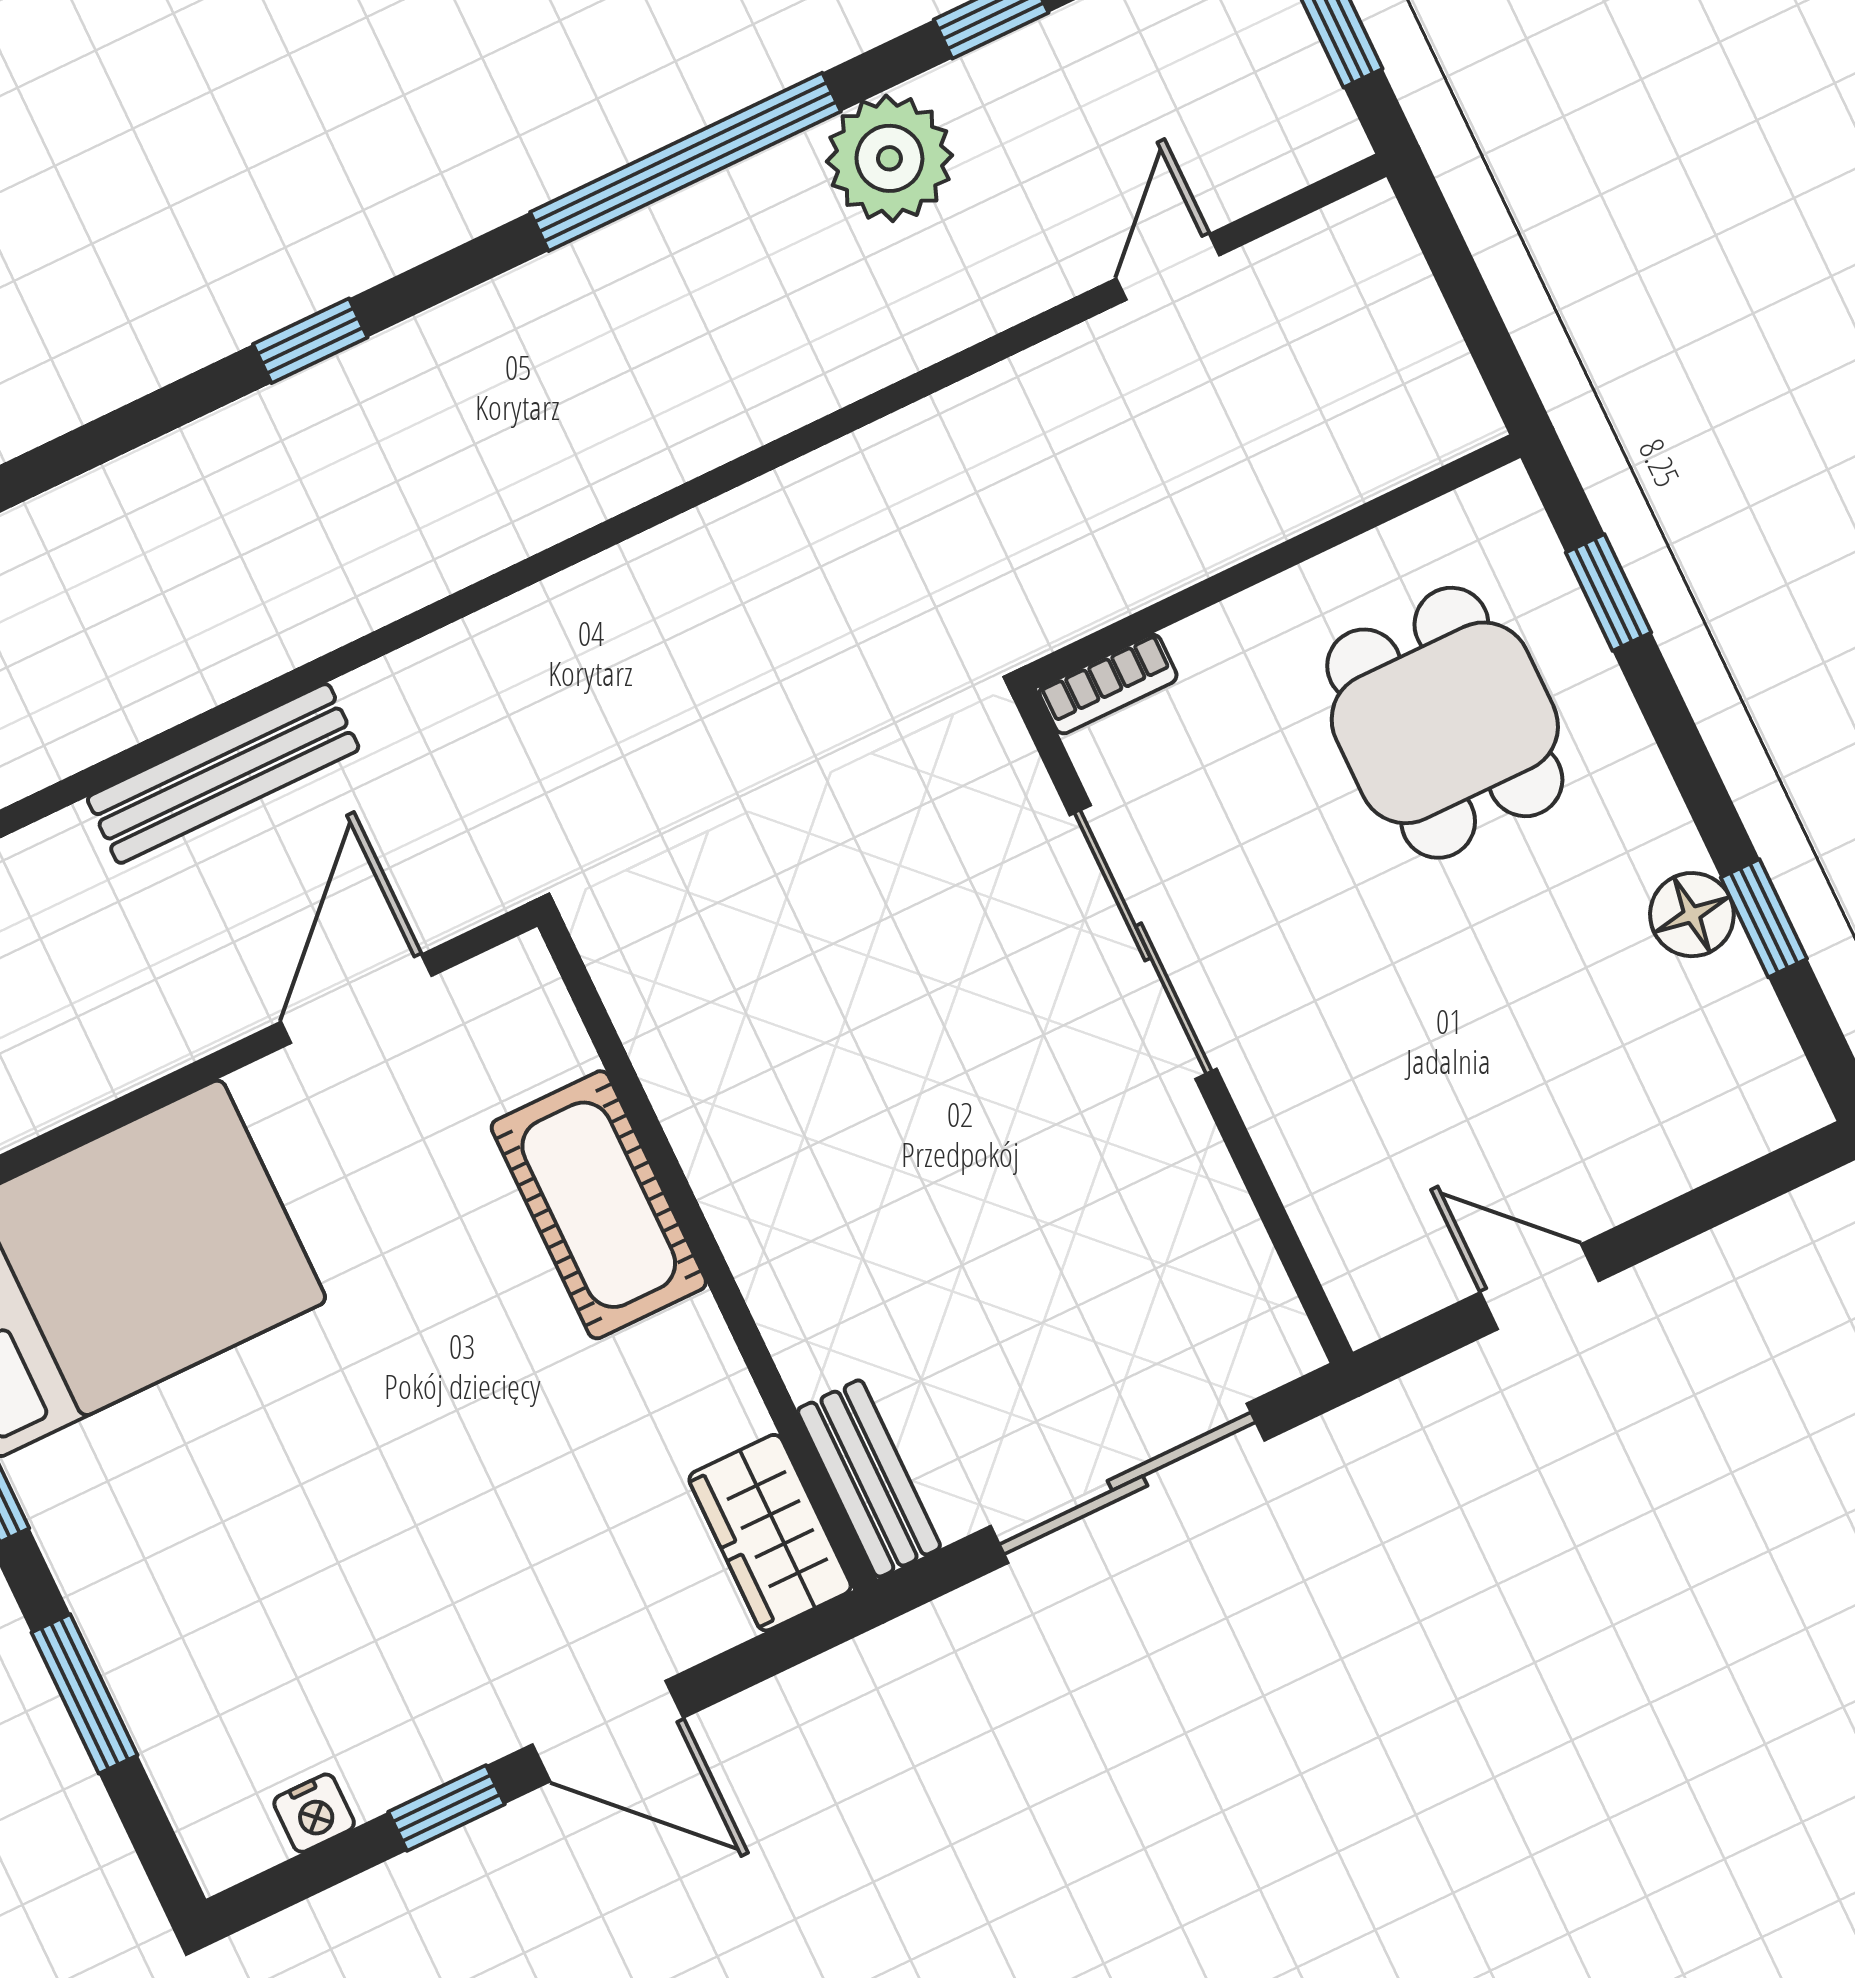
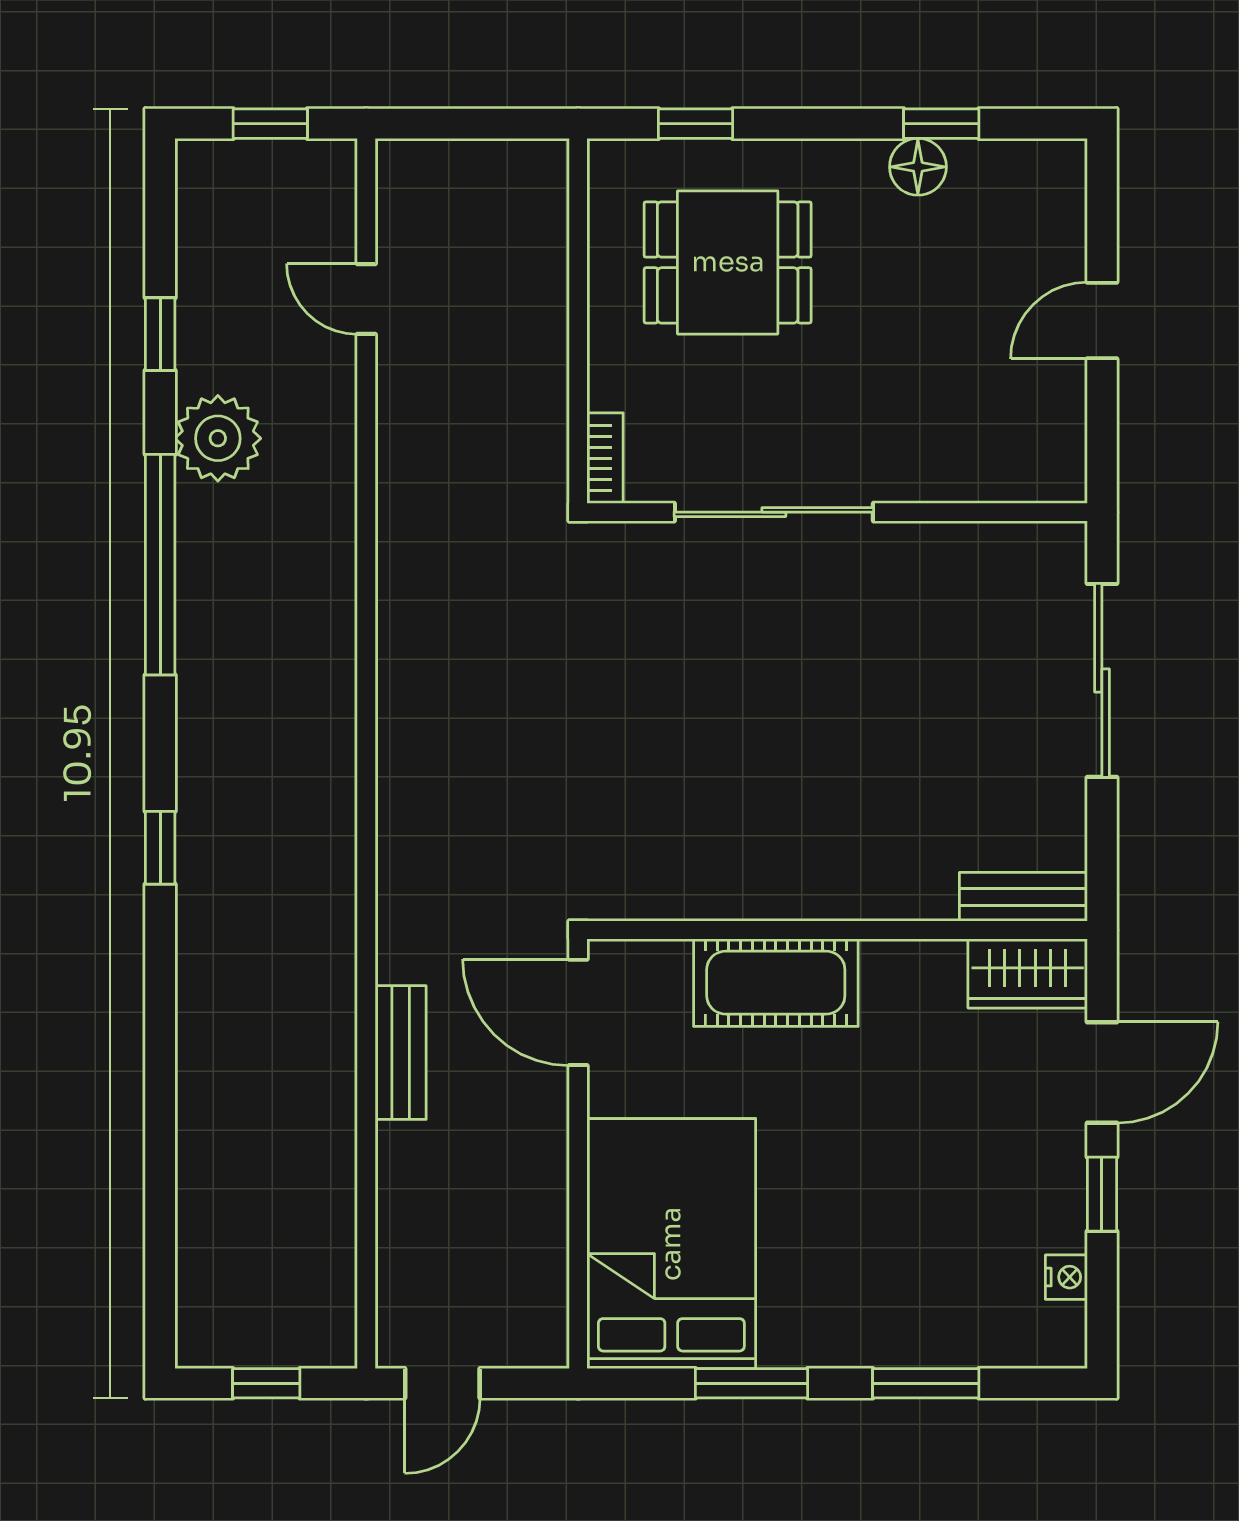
bench: (223, 773) -> (401, 1053), width x0.73
cot: (599, 1205) -> (776, 983), moved
wall: (707, 1253) -> (837, 930), moved
door: (1540, 1287) -> (1102, 321), moved
bench: (869, 1479) -> (1023, 897), moved
wardrobe: (770, 1533) -> (1028, 973), moved

